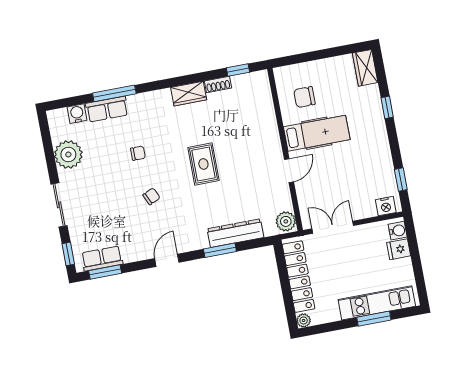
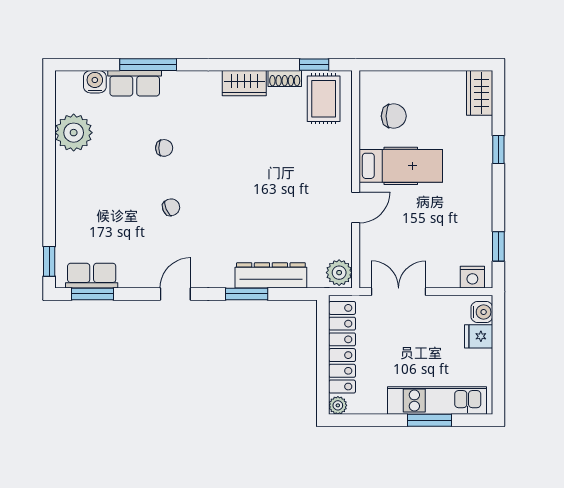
chair: (304, 97) -> (394, 116), turned 180
rug: (203, 164) -> (324, 99), moved
sliding door: (59, 205) -> (49, 196), removed

